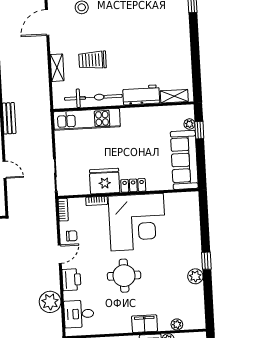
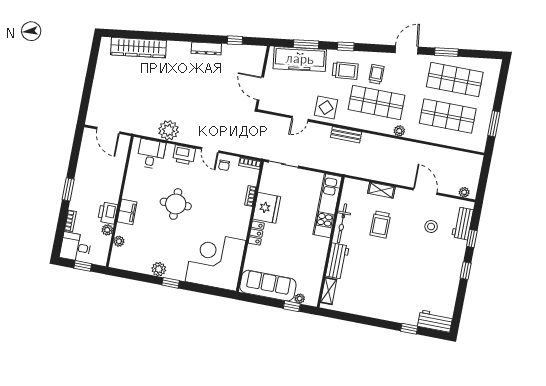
trolley: (93, 60) -> (380, 224), turned 180
bicycle: (93, 97) -> (342, 223), width x0.73, depth x0.71
corner desk: (137, 222) -> (215, 261), moved, turned 90

